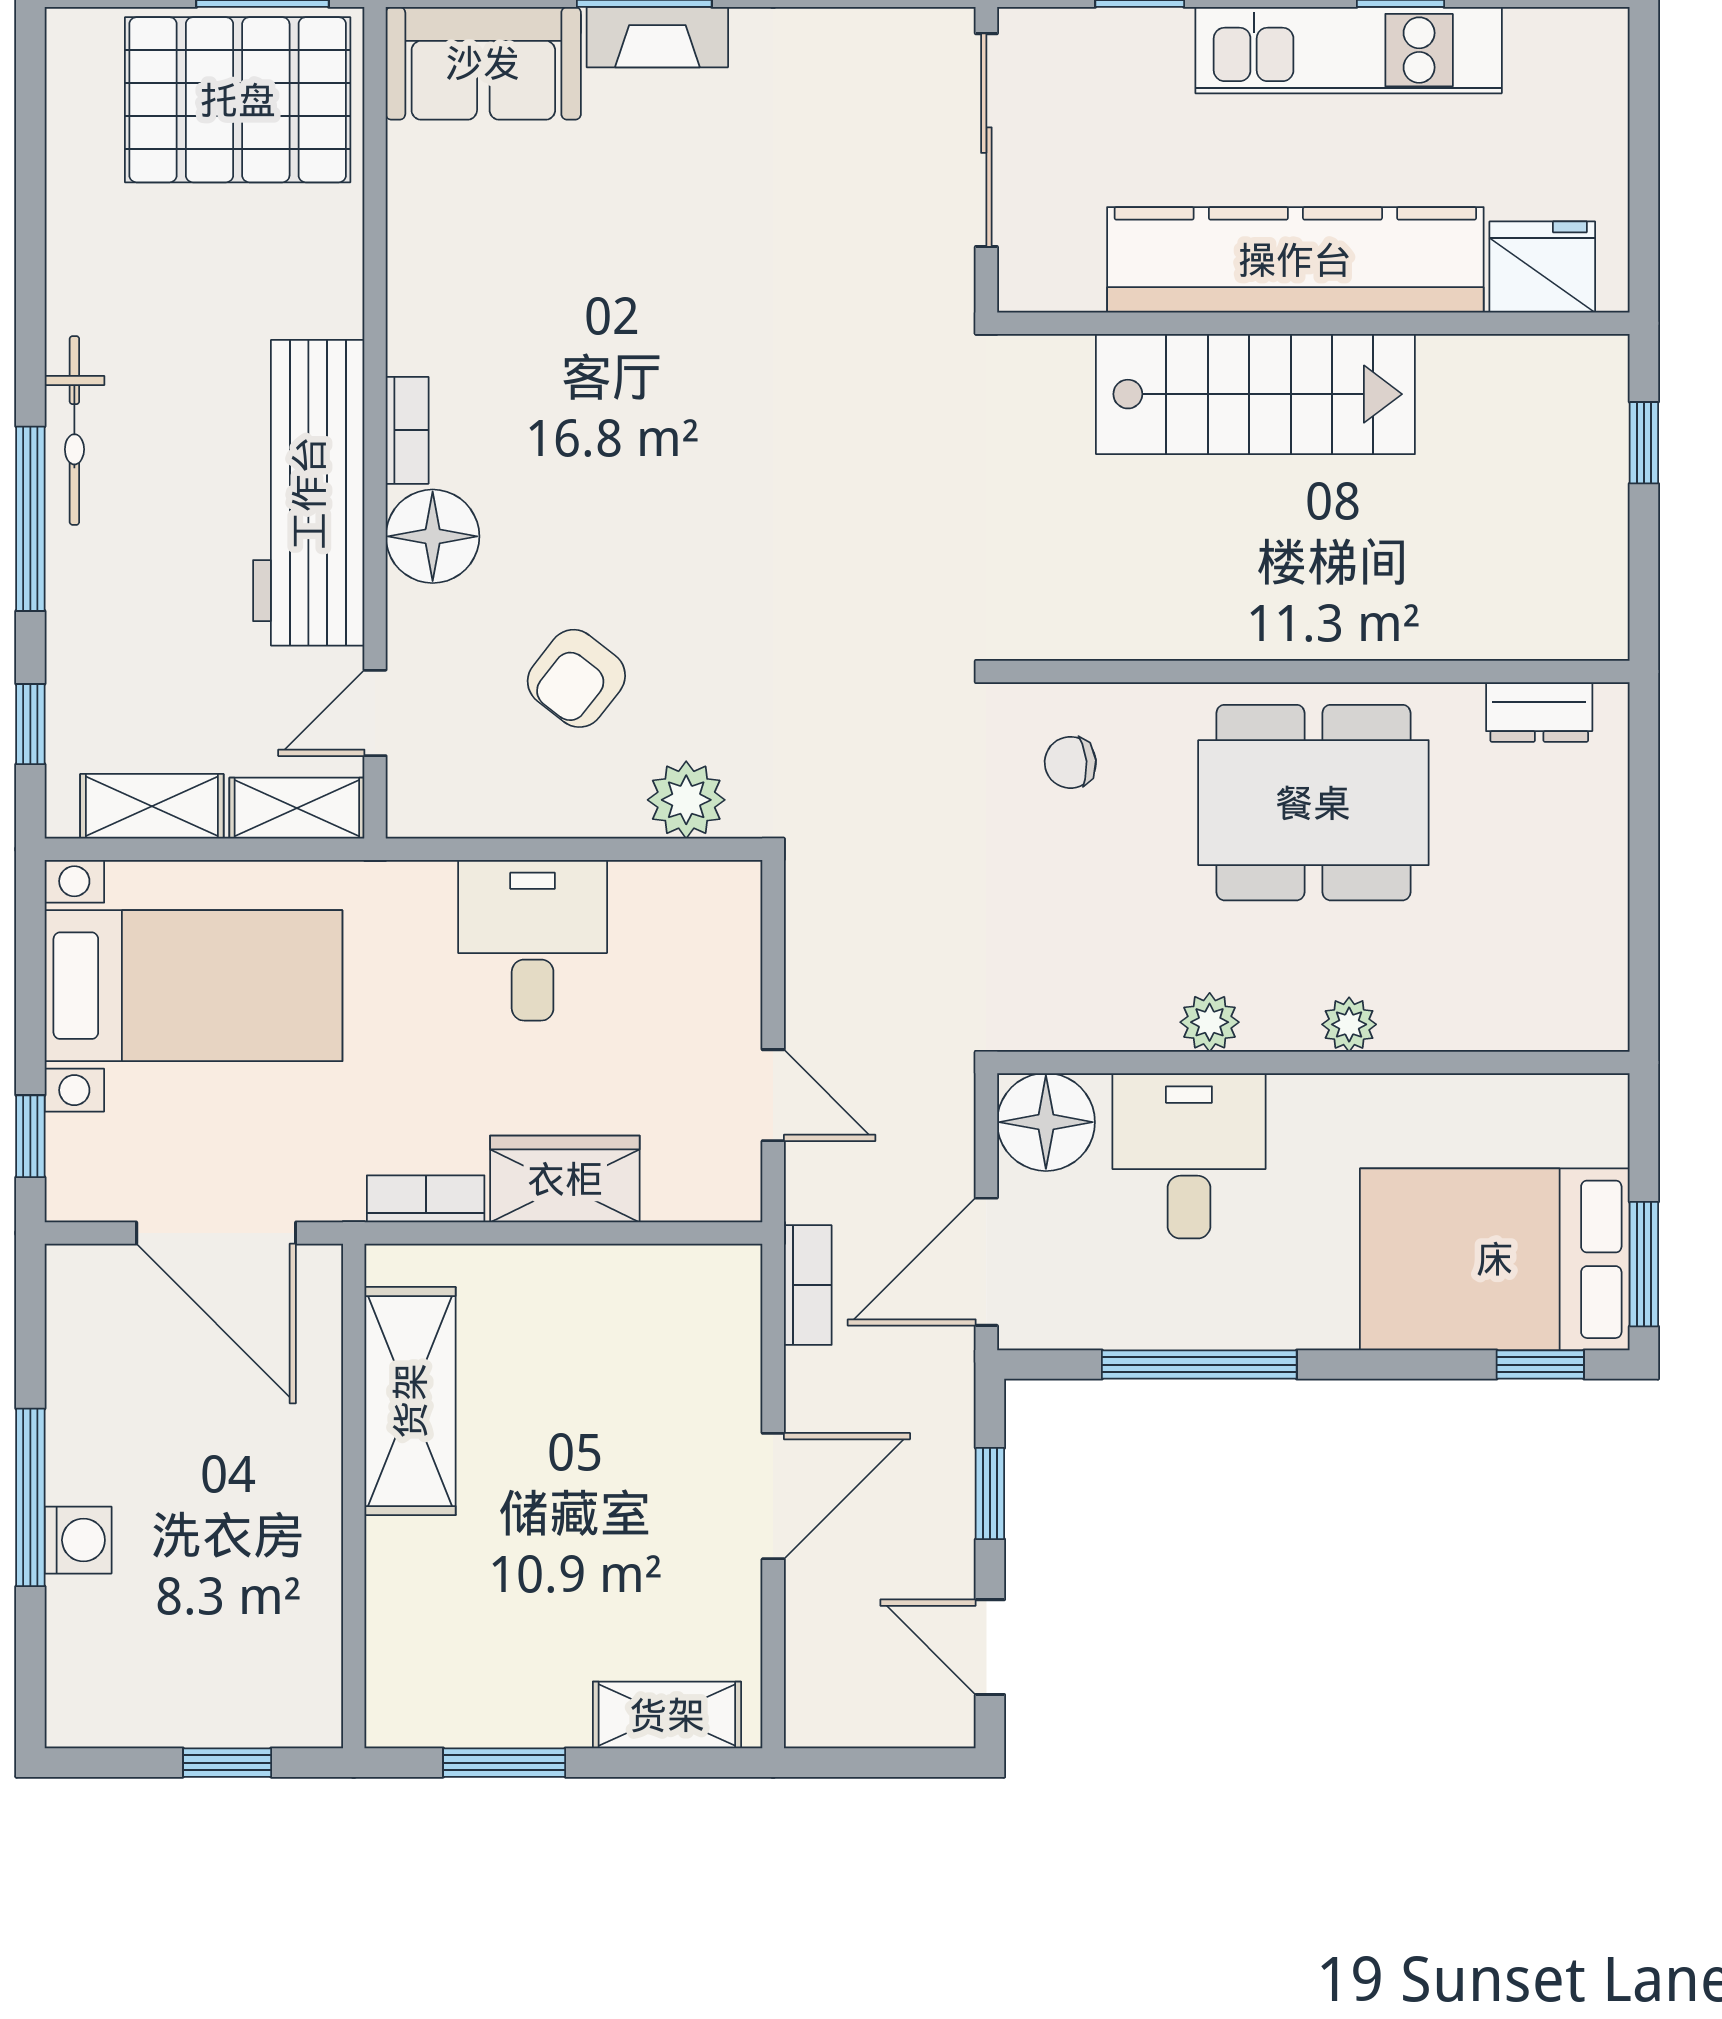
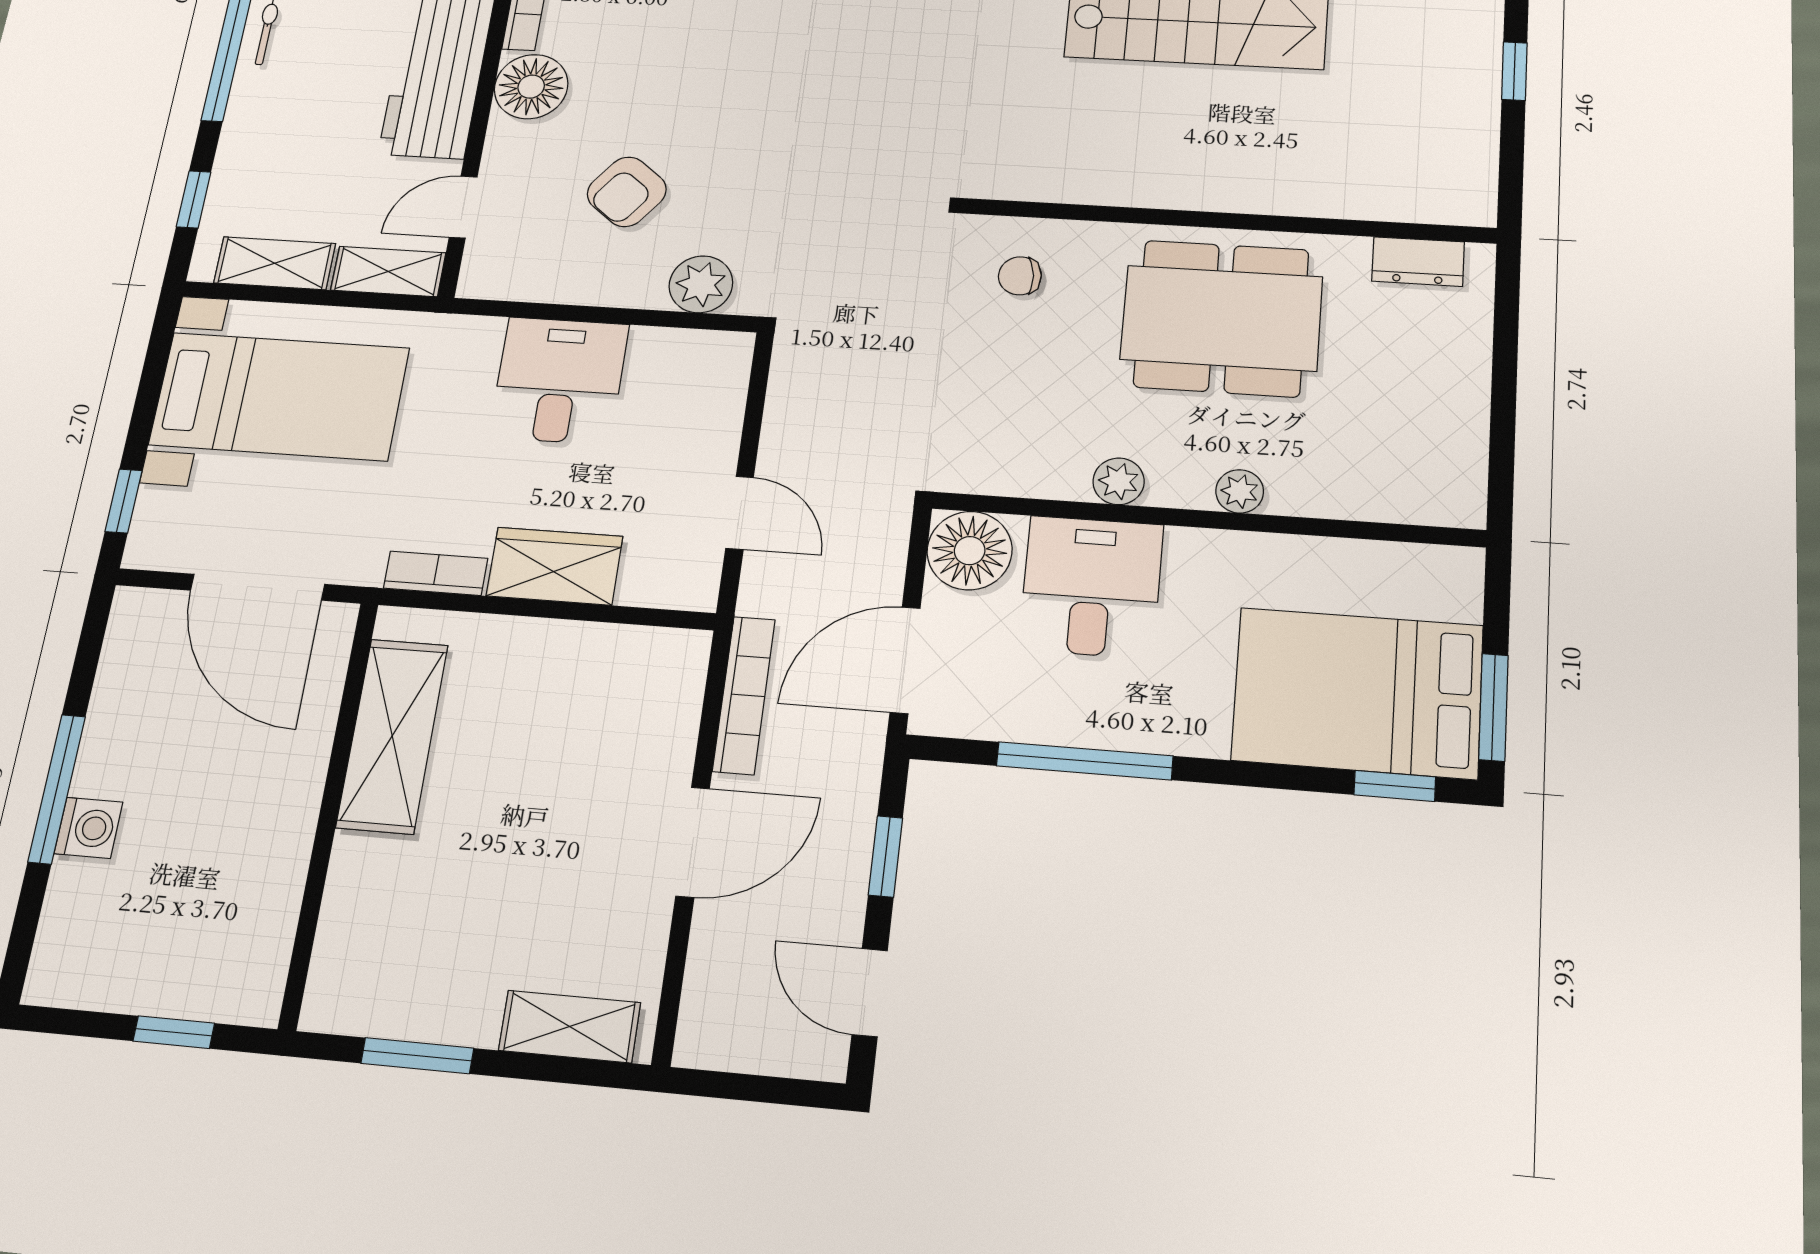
bookcase: (808, 1285) -> (744, 695), width x1.56

